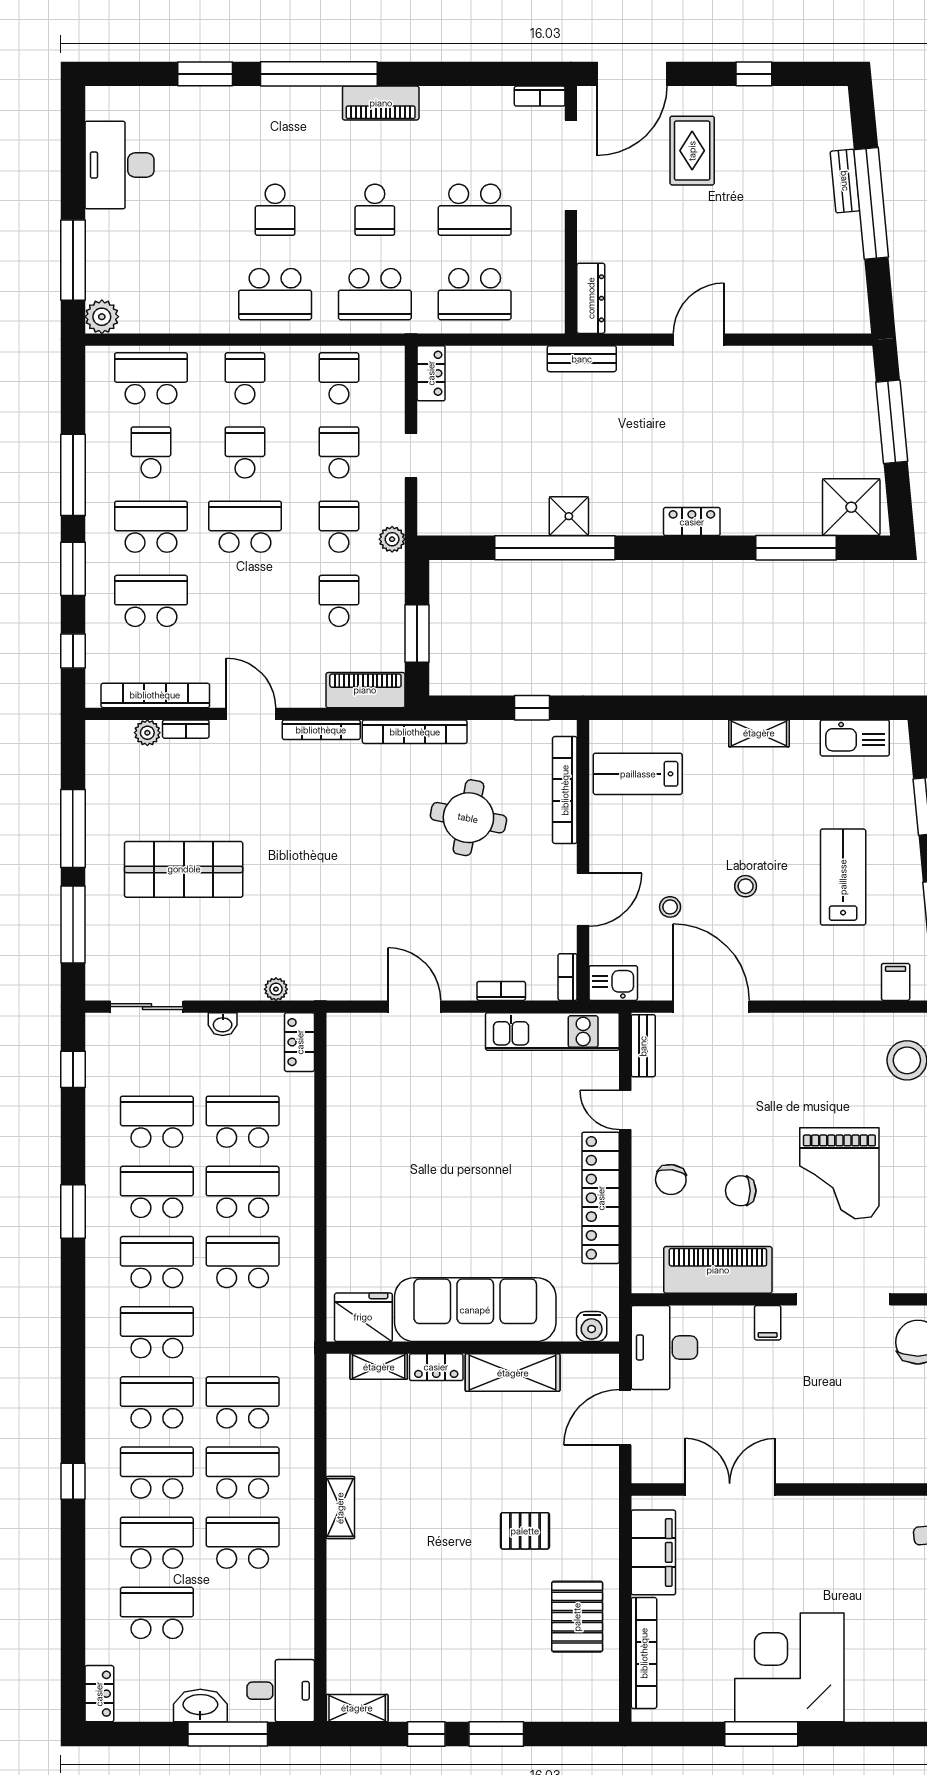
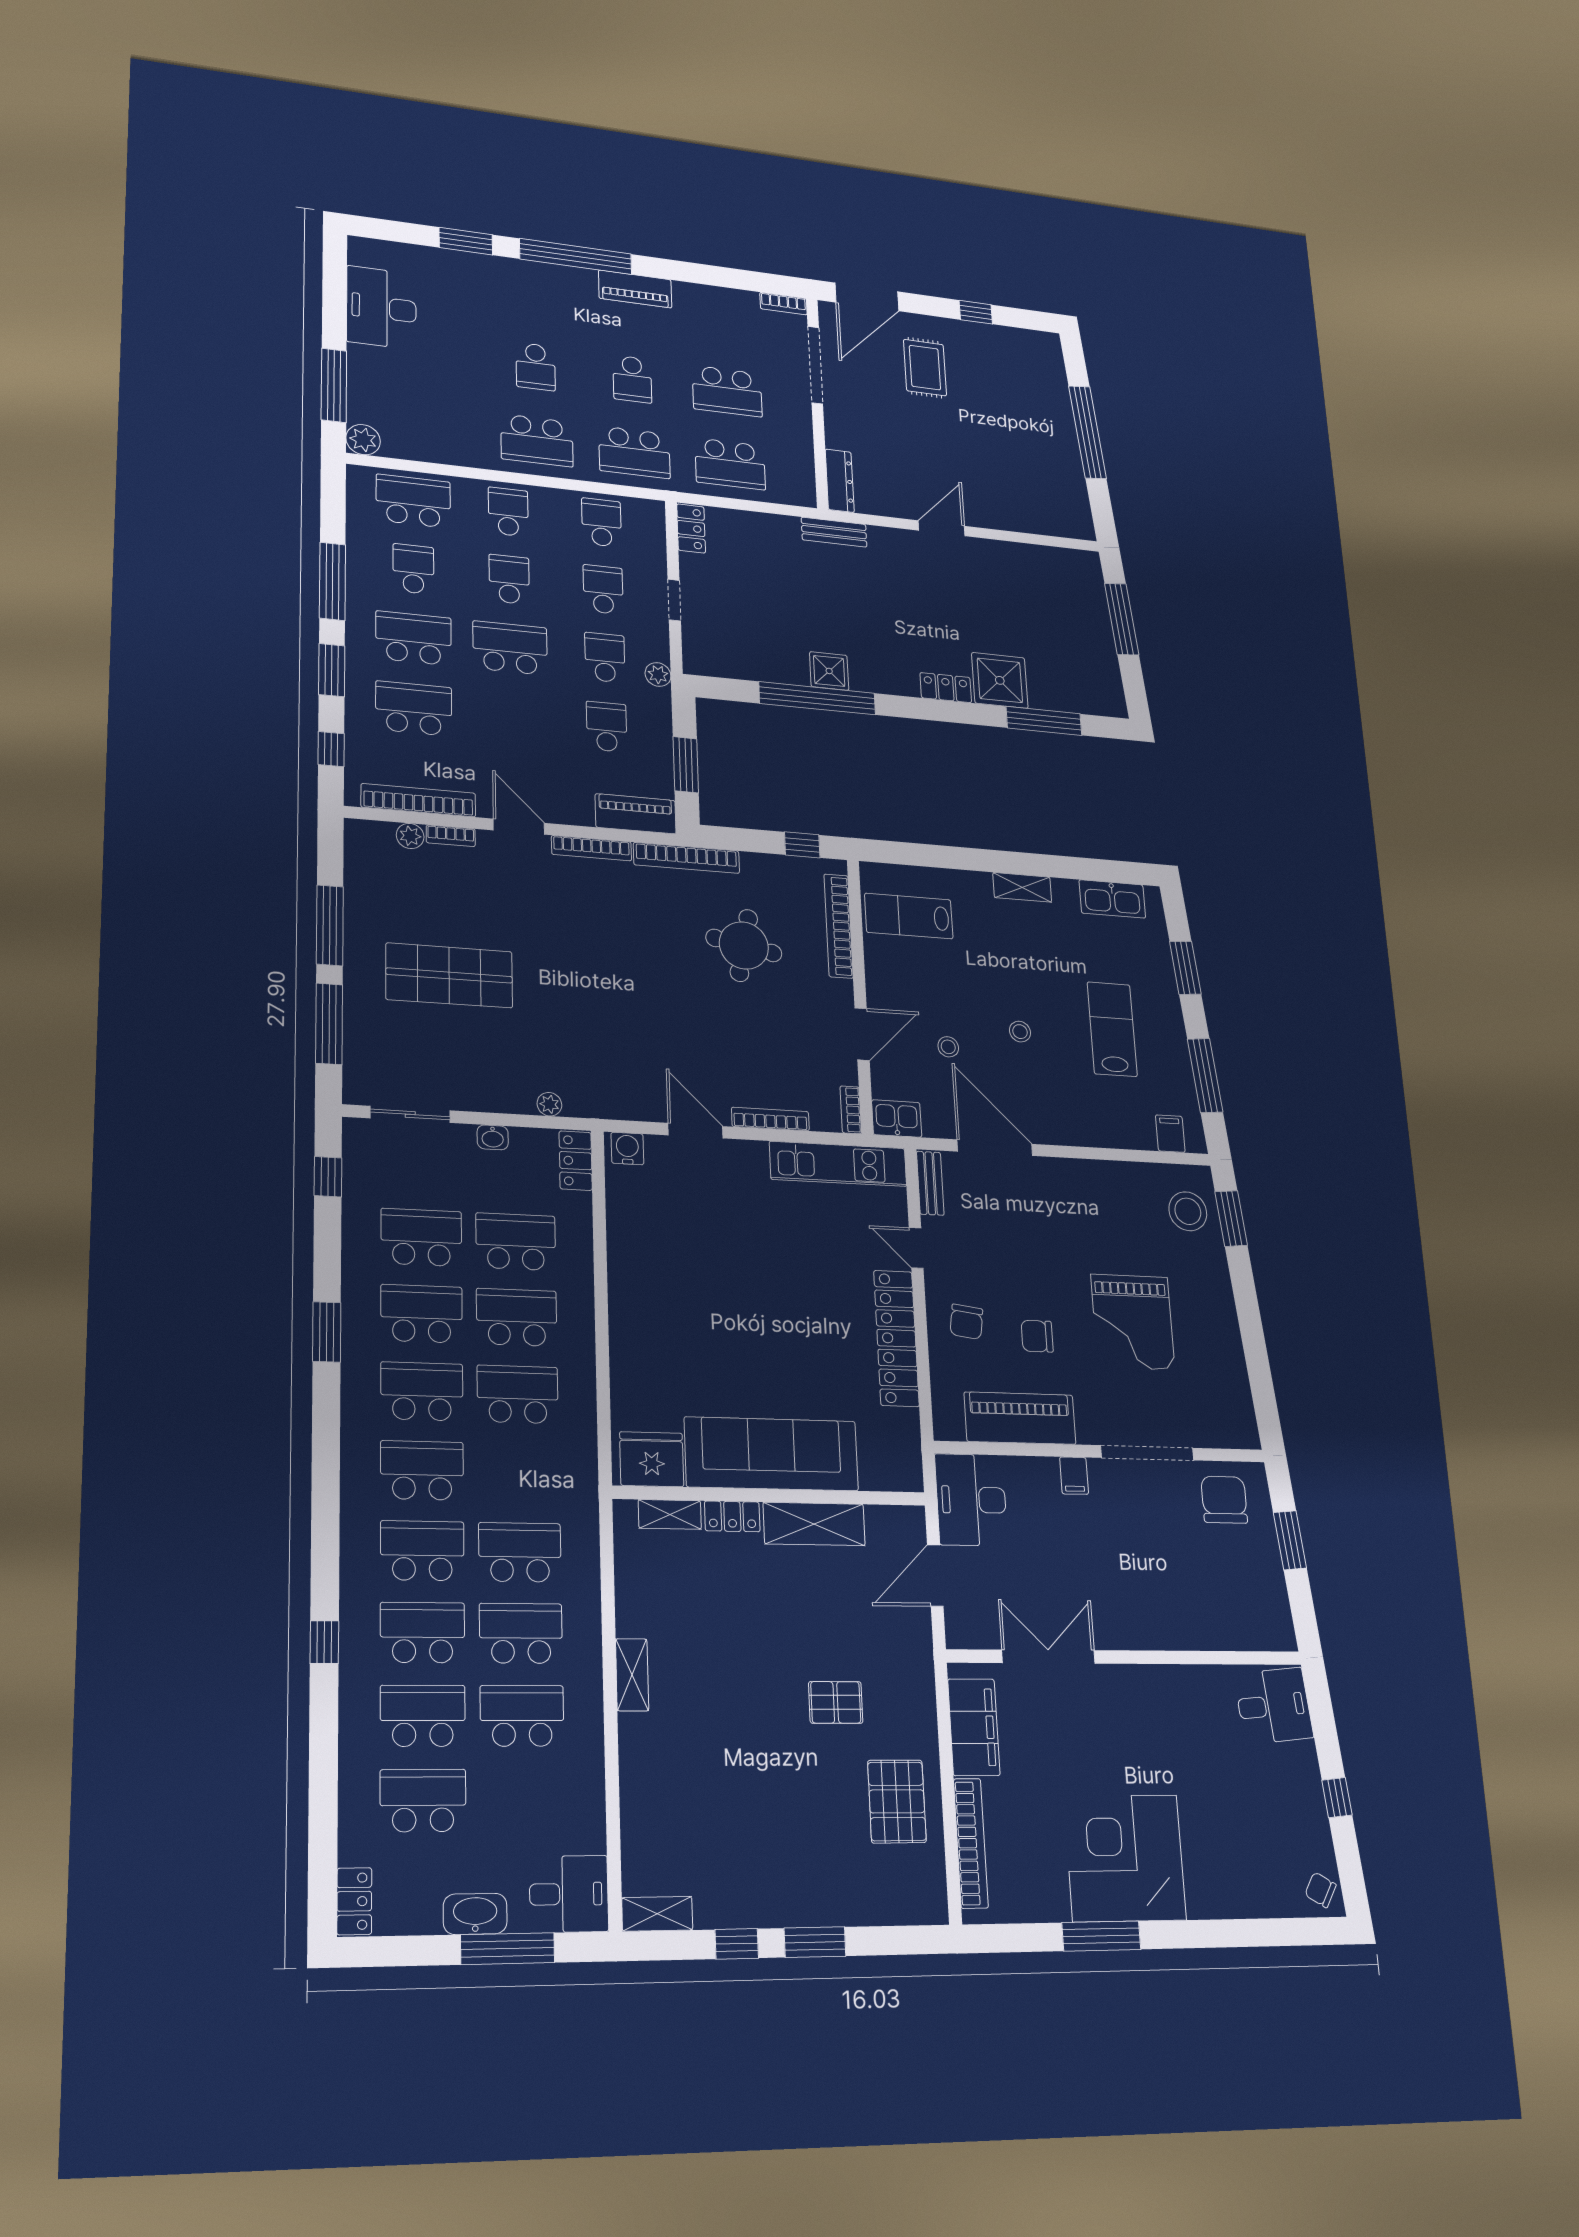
bench: (845, 181) -> (1063, 411), removed
shower: (851, 507) -> (1000, 680), moved
bookcase: (501, 991) -> (770, 1119), width x1.56
water cooler: (592, 1327) -> (627, 1148), moved, turned 180

